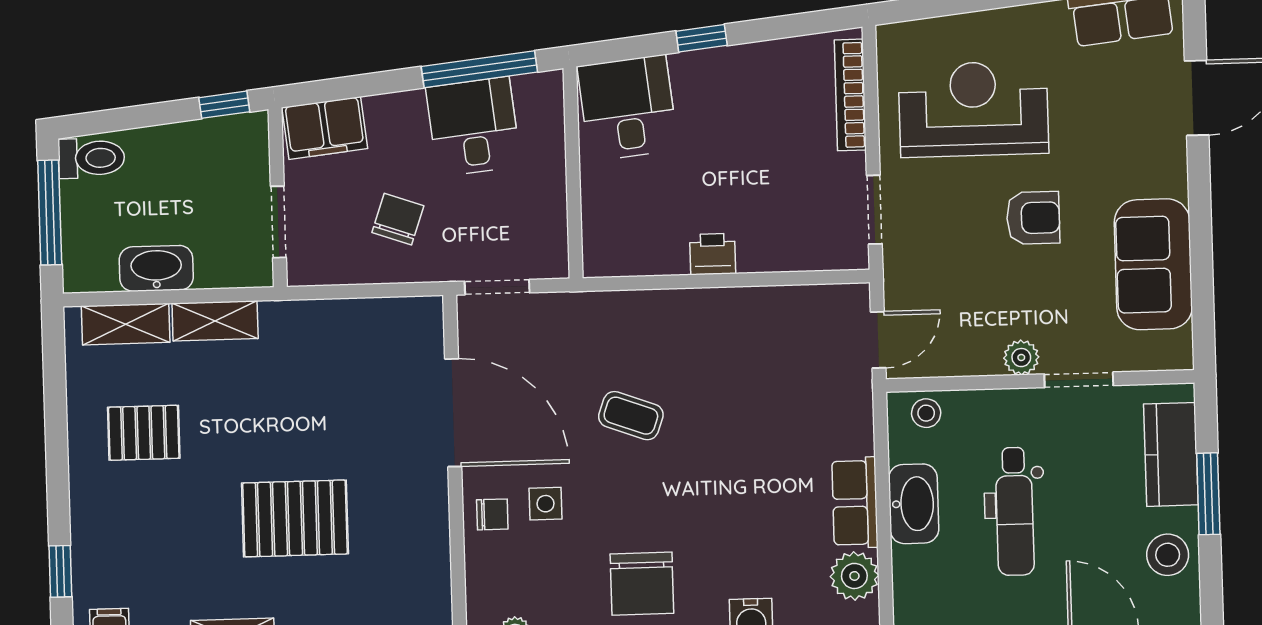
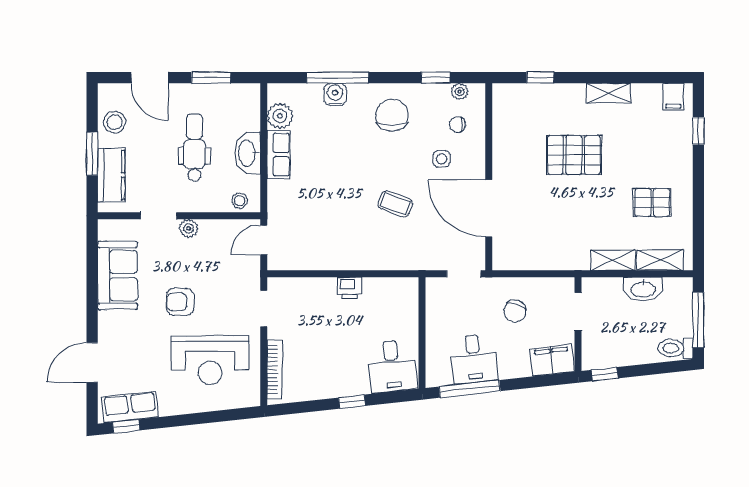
chair: (492, 514) -> (457, 125), moved

